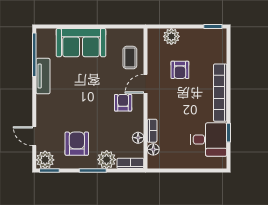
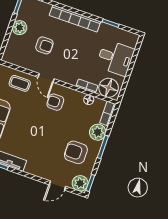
plant: (171, 36) -> (20, 28), moved
desk: (209, 139) -> (115, 58), moved, turned 90
floor lamp: (153, 149) -> (109, 88), width x1.89, depth x1.89

